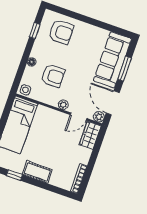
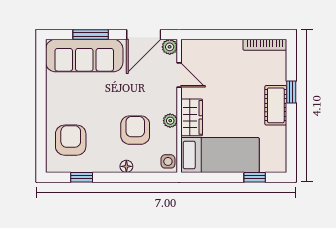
plant: (63, 105) -> (170, 121), moved
wardrobe: (90, 135) -> (192, 117), moved, turned -90
window: (14, 175) -> (291, 92), moved

